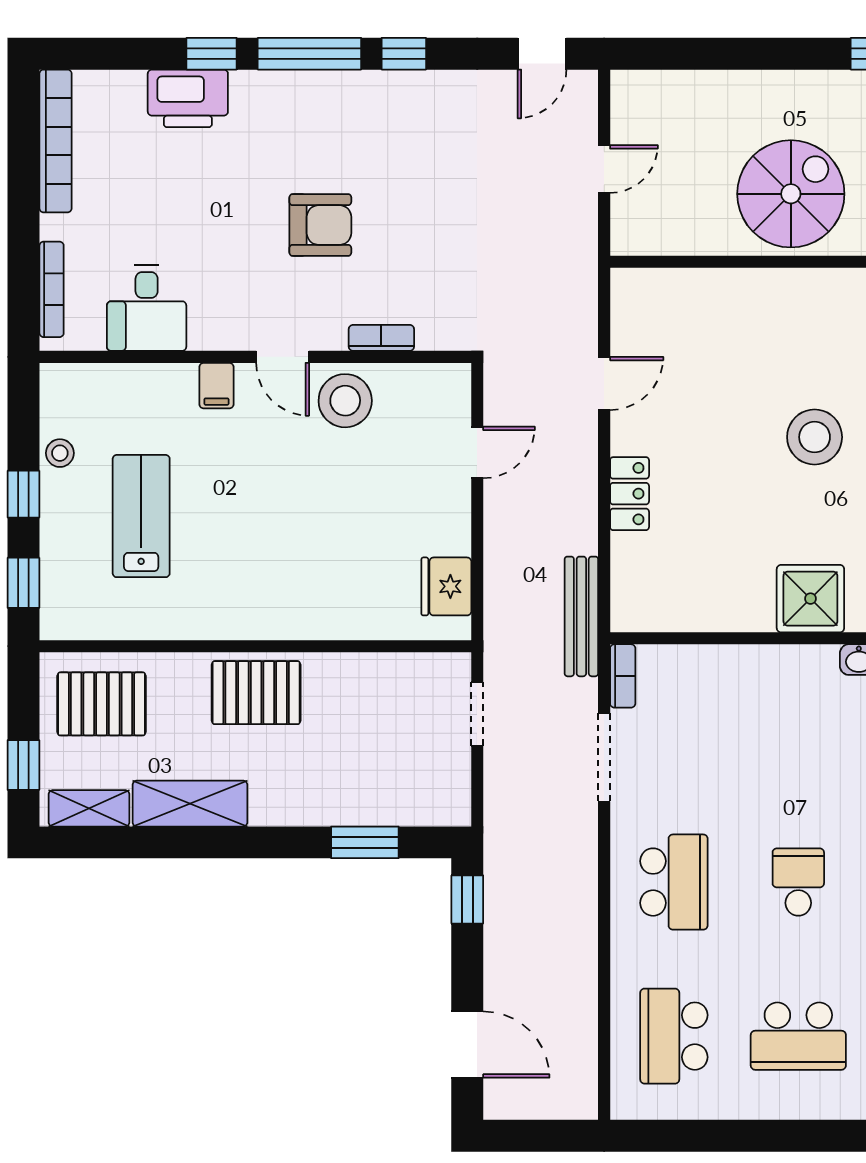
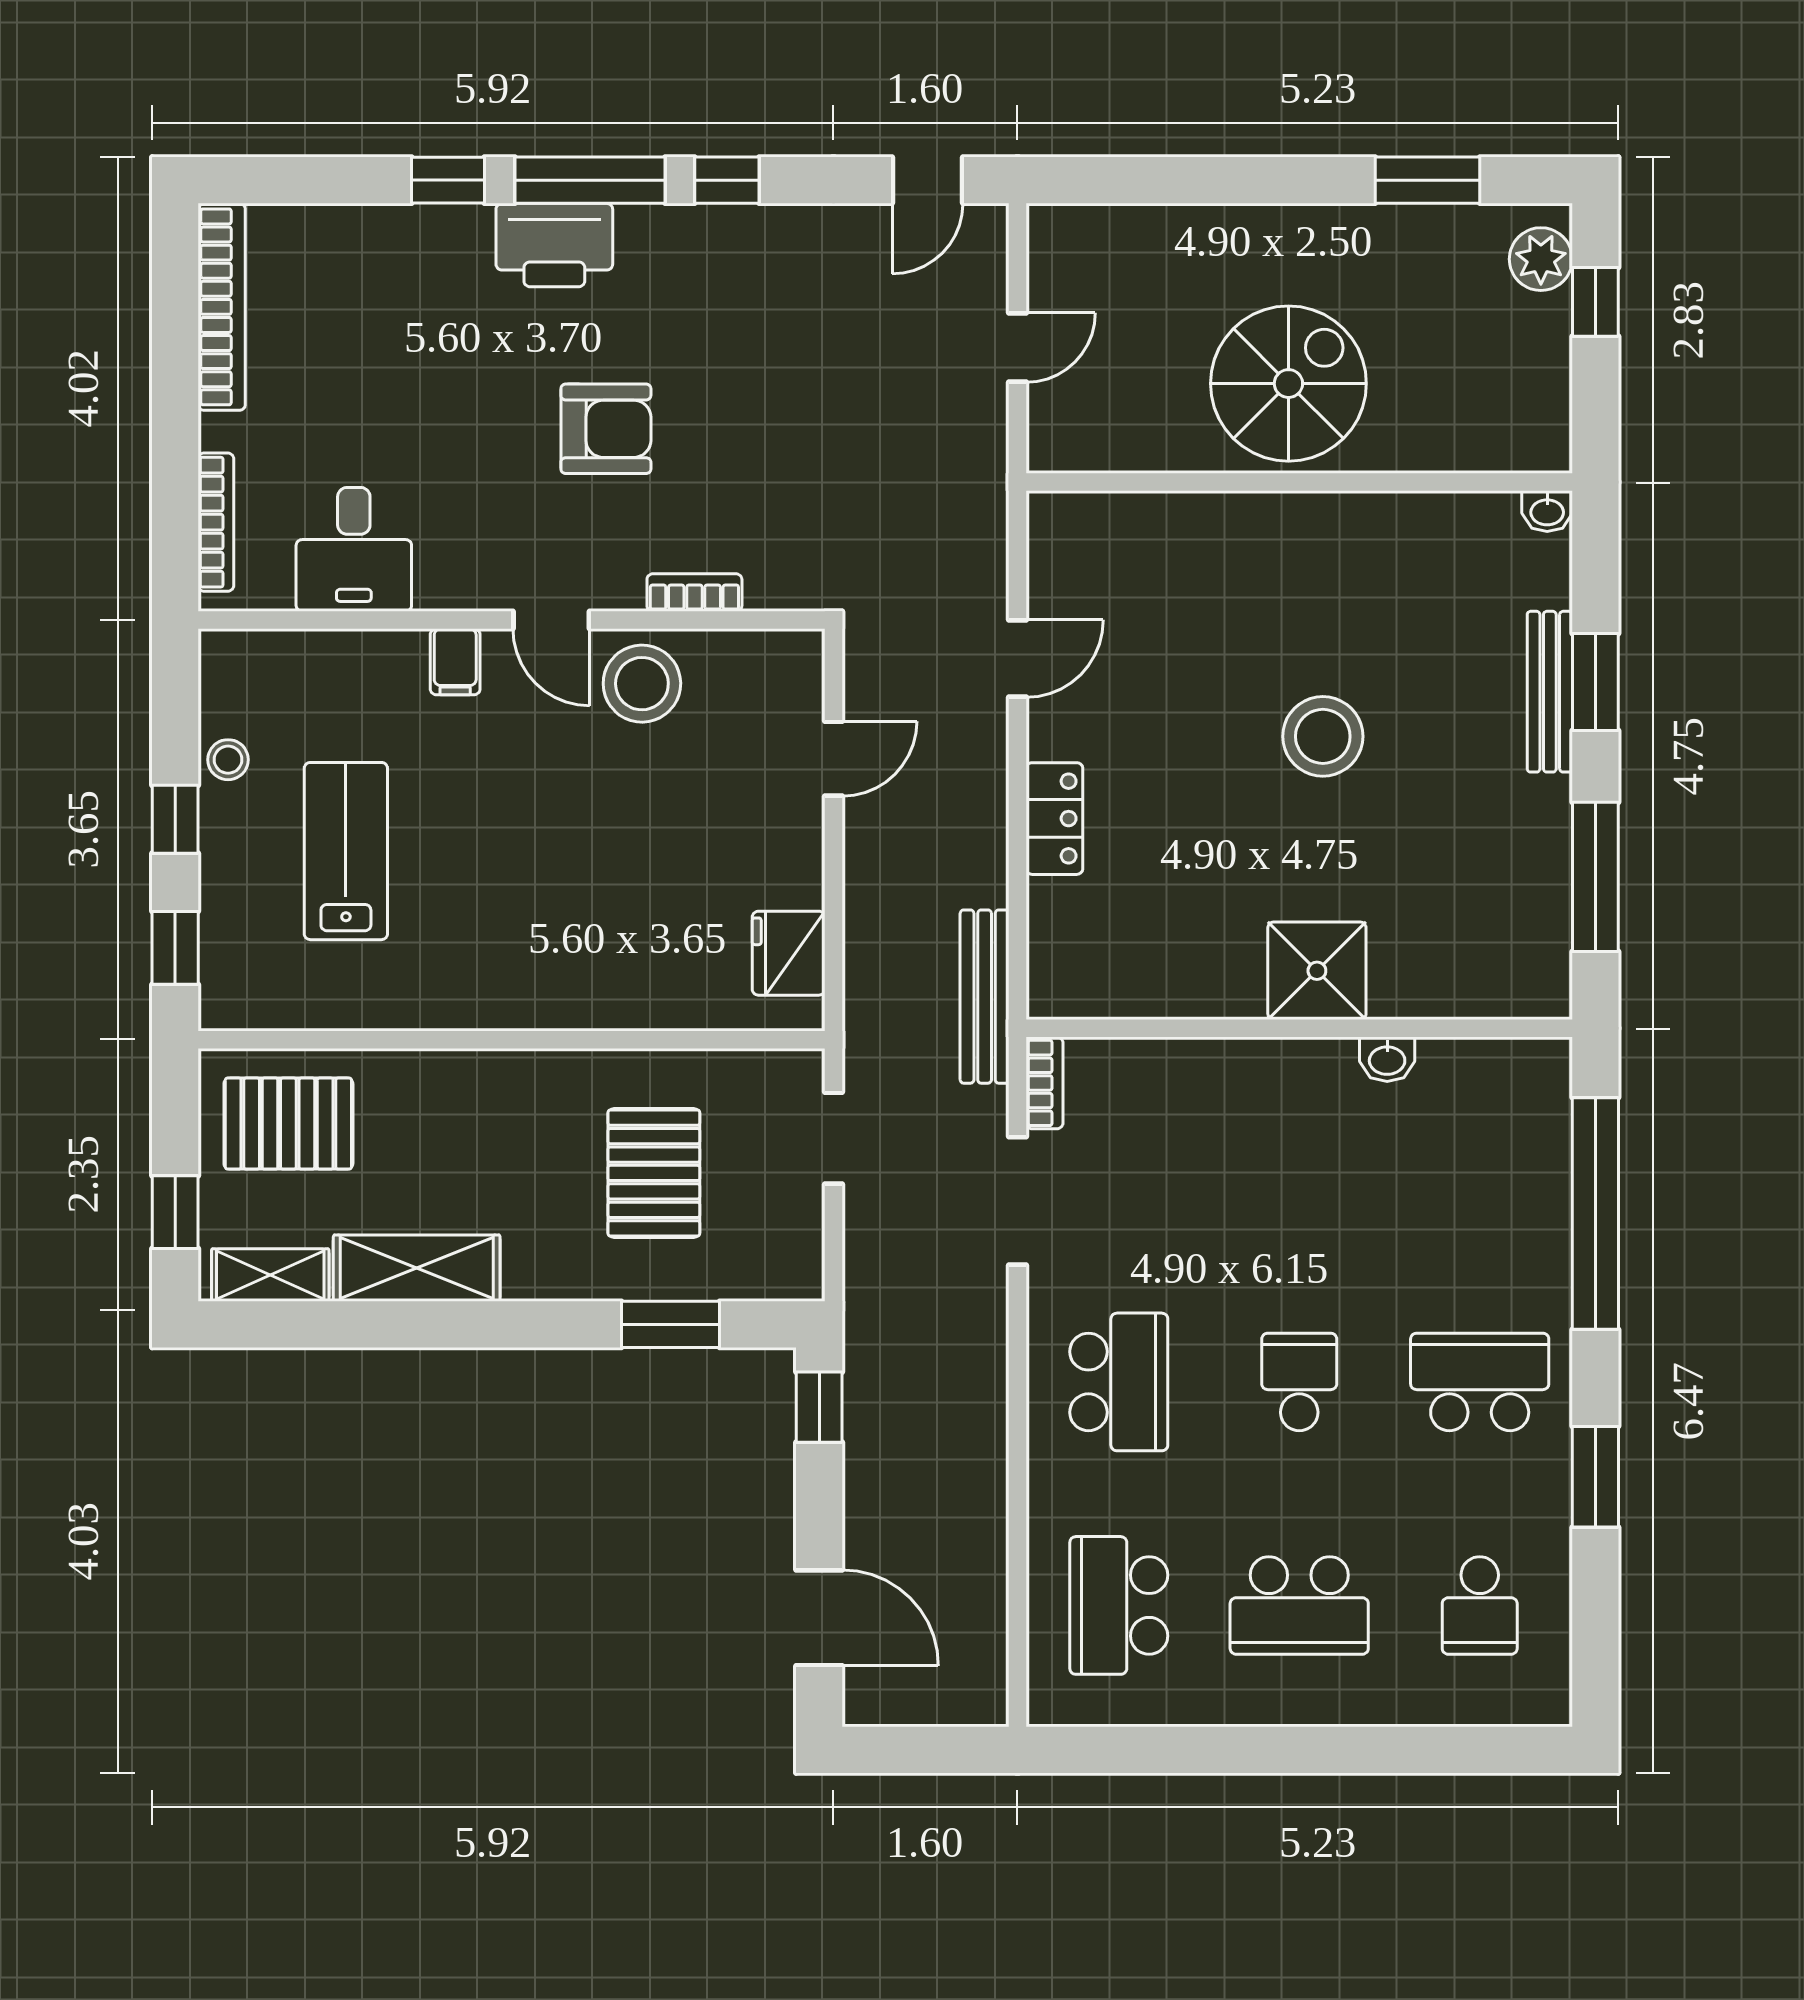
printer: (188, 98) -> (554, 245), moved
pallet: (256, 693) -> (654, 1173), moved, turned 90

